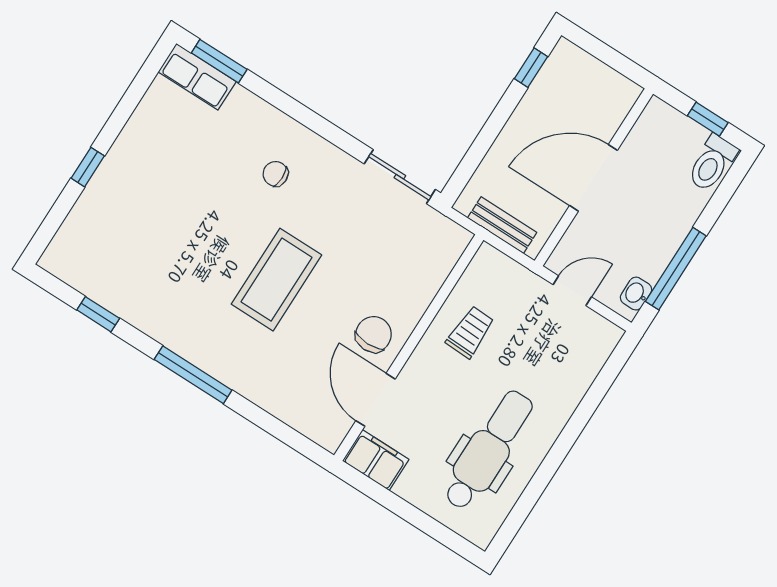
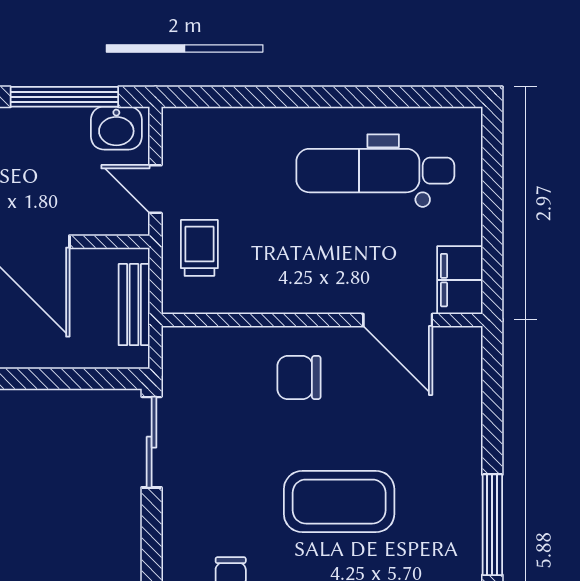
washbasin: (636, 294) -> (116, 128), width x1.38, depth x1.45
trolley: (470, 332) -> (199, 248), moved, turned 88
chair: (374, 334) -> (299, 378), moved
door: (375, 400) -> (398, 320), hinge flipped

